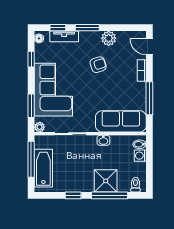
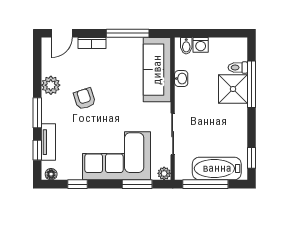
washbasin: (103, 140) -> (181, 79), moved
toilet: (136, 185) -> (238, 68), moved
window: (73, 195) -> (251, 158), moved

